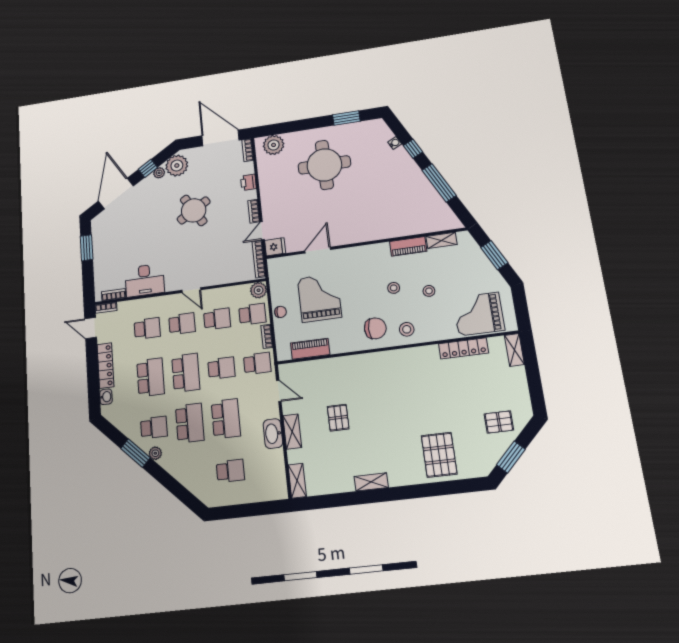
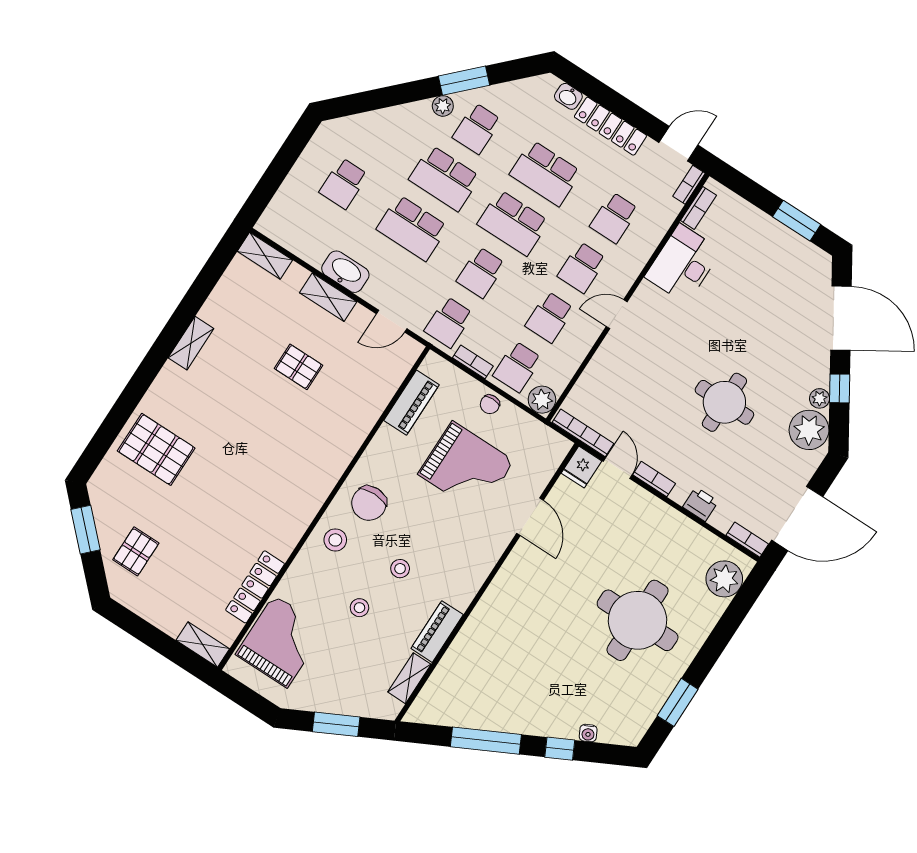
round table: (194, 210) -> (724, 402), turned 31

